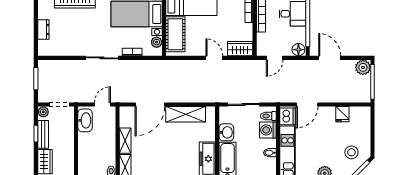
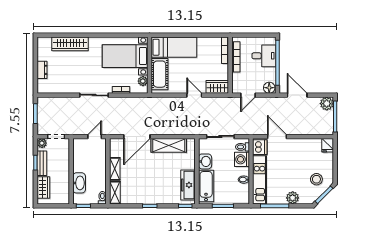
door: (307, 104) -> (277, 137), swing flipped
fridge: (342, 114) -> (328, 145), moved
washbasin: (85, 120) -> (79, 183), moved

